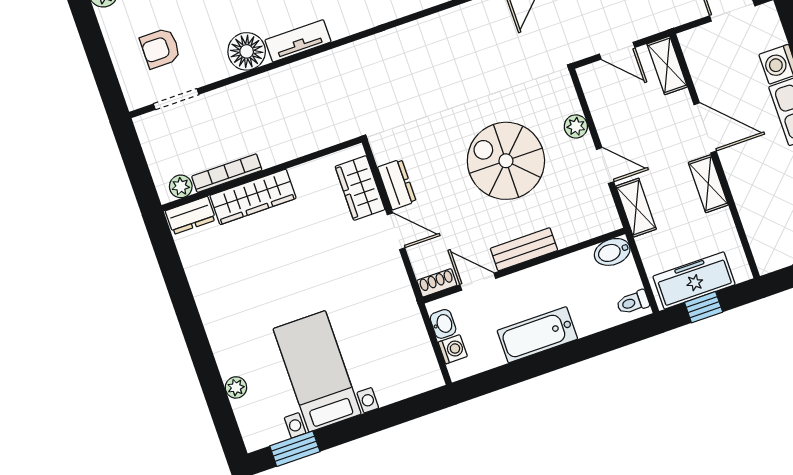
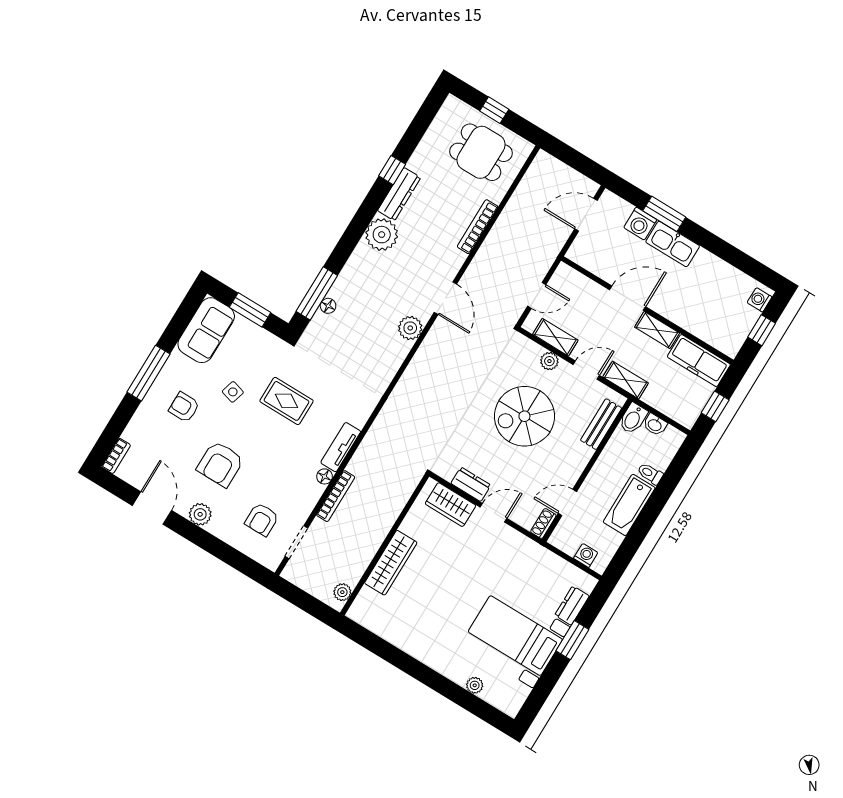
floor lamp: (247, 51) -> (325, 476), width x0.53, depth x0.53
shelving: (667, 65) -> (555, 337), moved
bookcase: (227, 173) -> (336, 496), moved, turned 180
dresser: (190, 215) -> (572, 606), moved, turned 180
bench: (524, 249) -> (601, 424), moved
freezer: (694, 280) -> (699, 361), moved, turned -90
toilet: (633, 302) -> (650, 474), moved, turned 90
washbasin: (443, 324) -> (655, 425), moved, turned 180
window: (295, 449) -> (572, 640), moved

